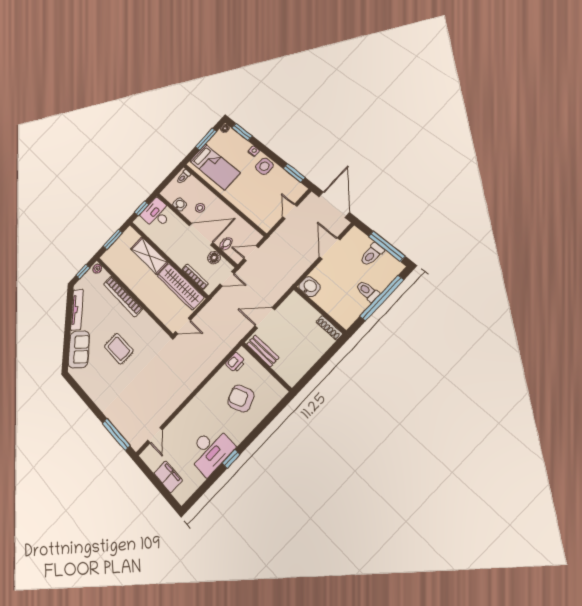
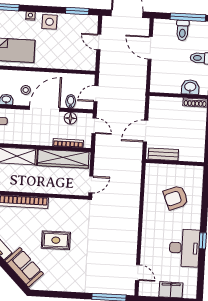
door: (227, 279) -> (94, 126), hinge flipped
washbasin: (310, 287) -> (190, 87), moved
printer: (236, 362) -> (151, 178), removed

